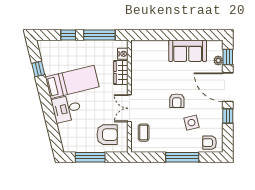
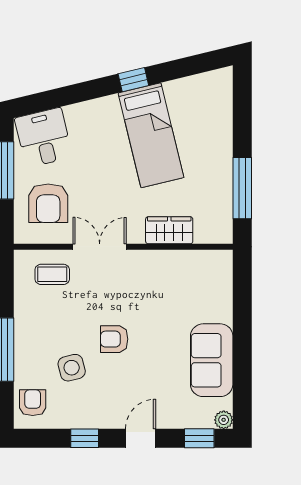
window: (68, 35) -> (242, 128), removed
nightstand: (123, 54) -> (206, 234), removed
plant: (218, 60) -> (224, 420), moved
window: (38, 69) -> (133, 80), moved
door: (228, 87) -> (141, 438), width x0.53
desk: (67, 109) -> (44, 138), moved

